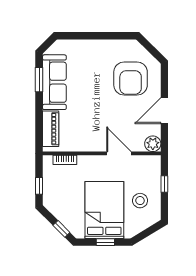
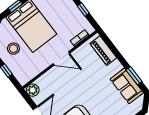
sofa: (54, 82) -> (127, 86), width x0.73
door: (119, 153) -> (61, 58), moved

